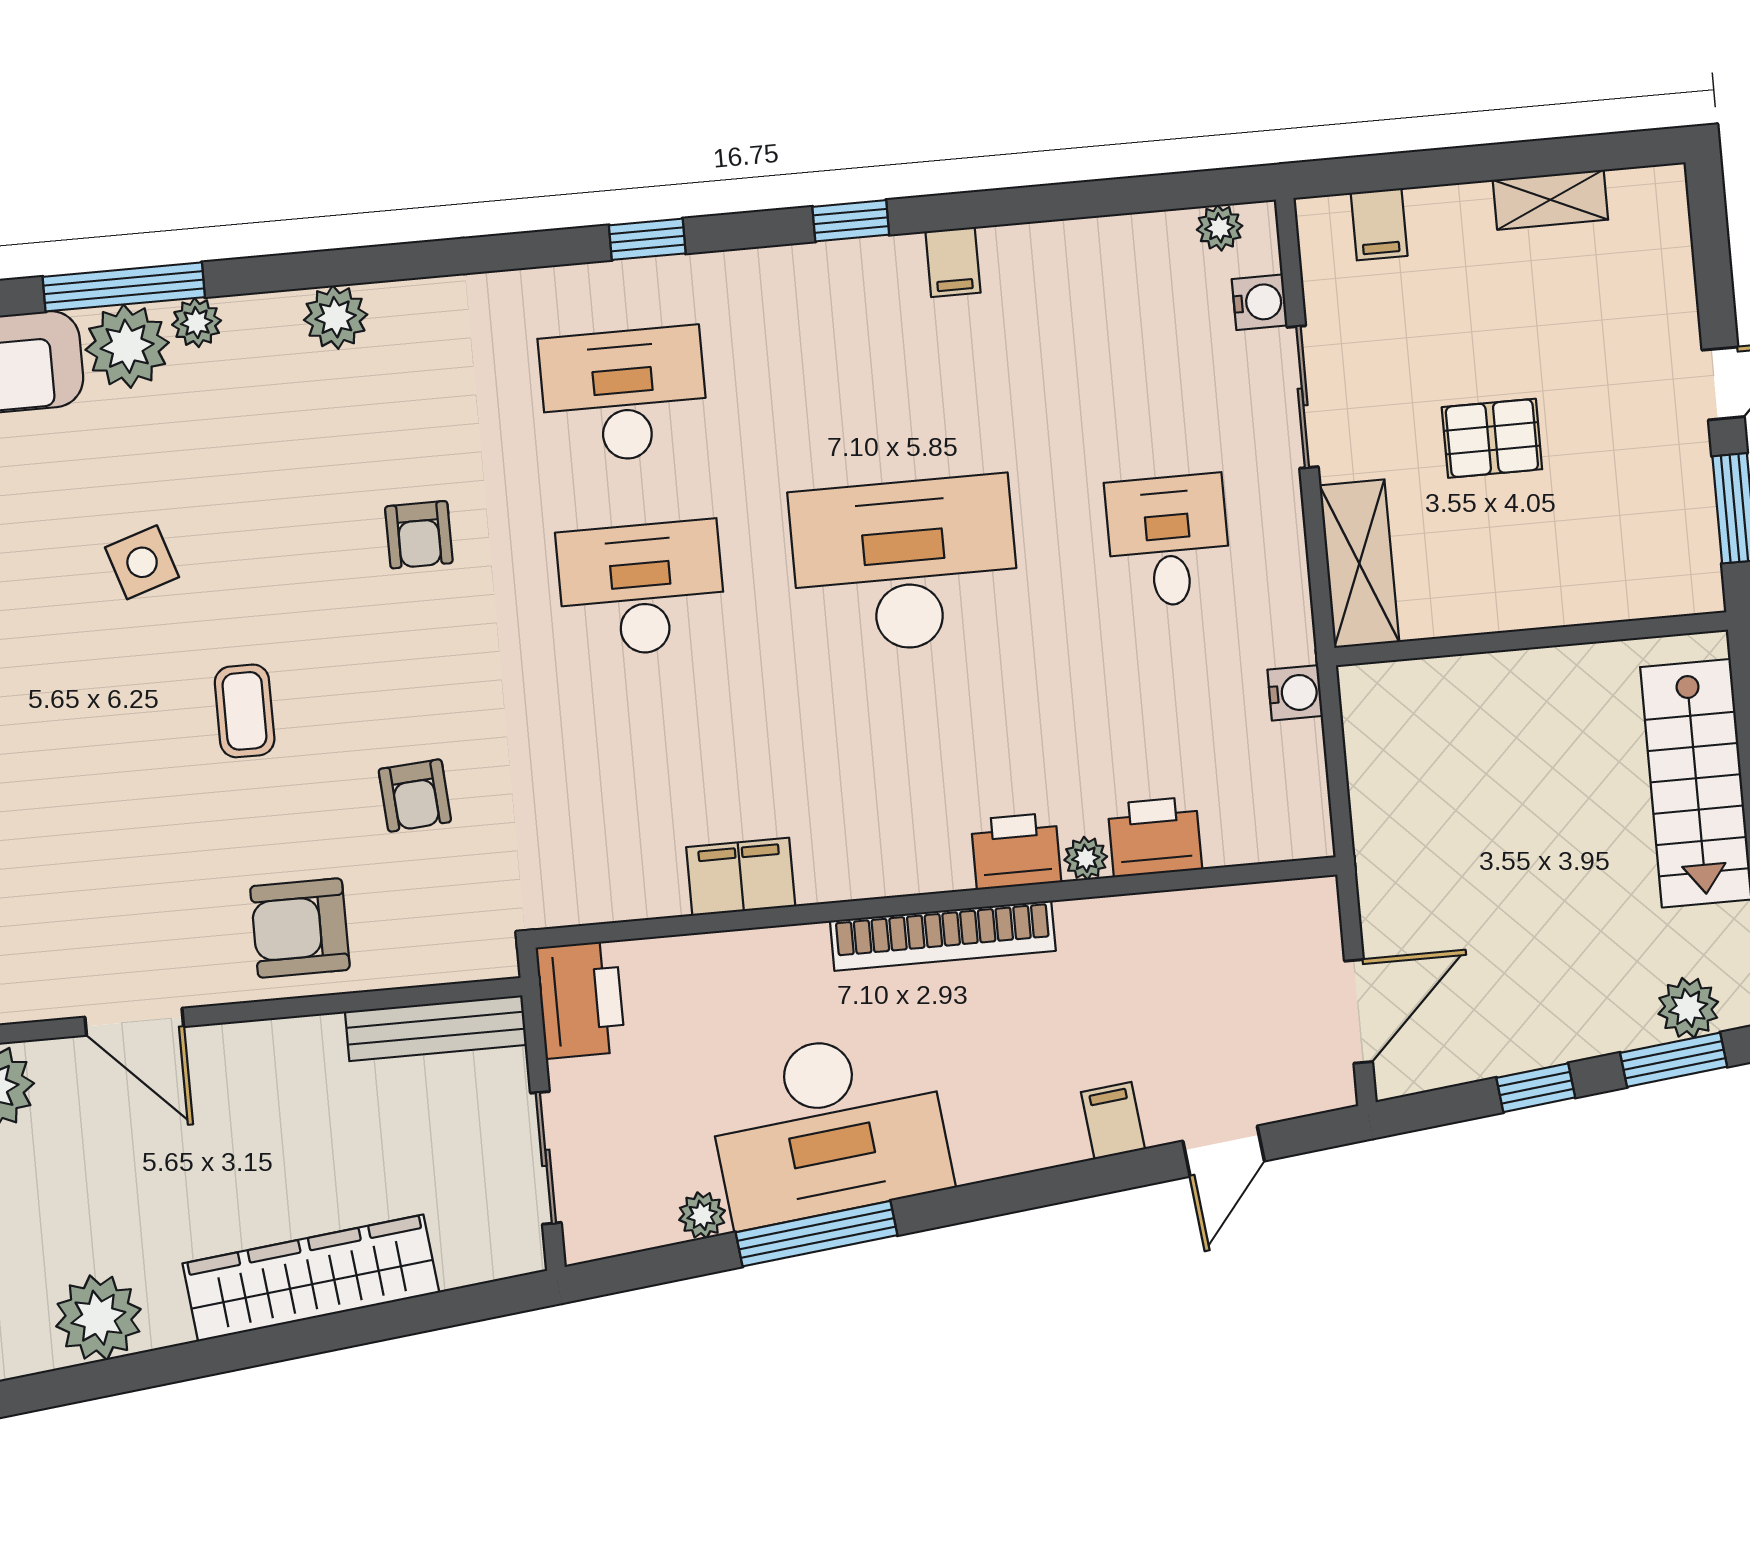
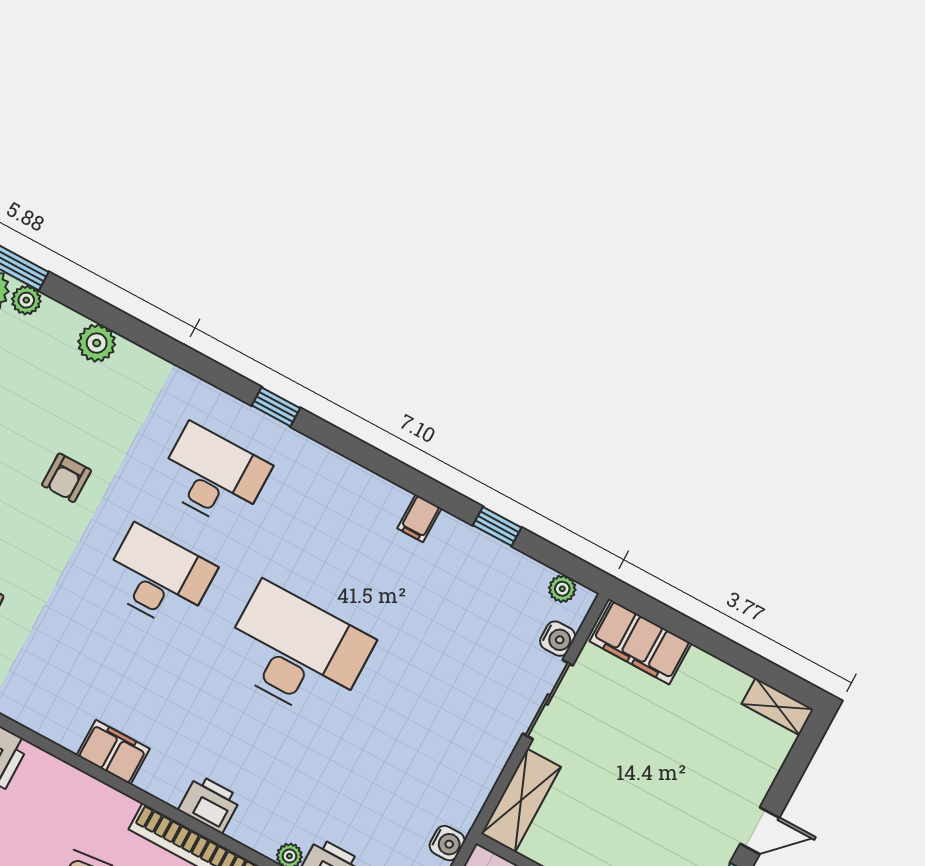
shelving: (1550, 200) -> (778, 707), moved
window: (851, 221) -> (497, 526), moved
filing cabinet: (1379, 224) -> (640, 642), width x3.00, depth x1.17
pallet: (1492, 438) -> (628, 782), removed
desk: (1168, 541) -> (434, 726), removed
printer: (1016, 851) -> (210, 804), moved

